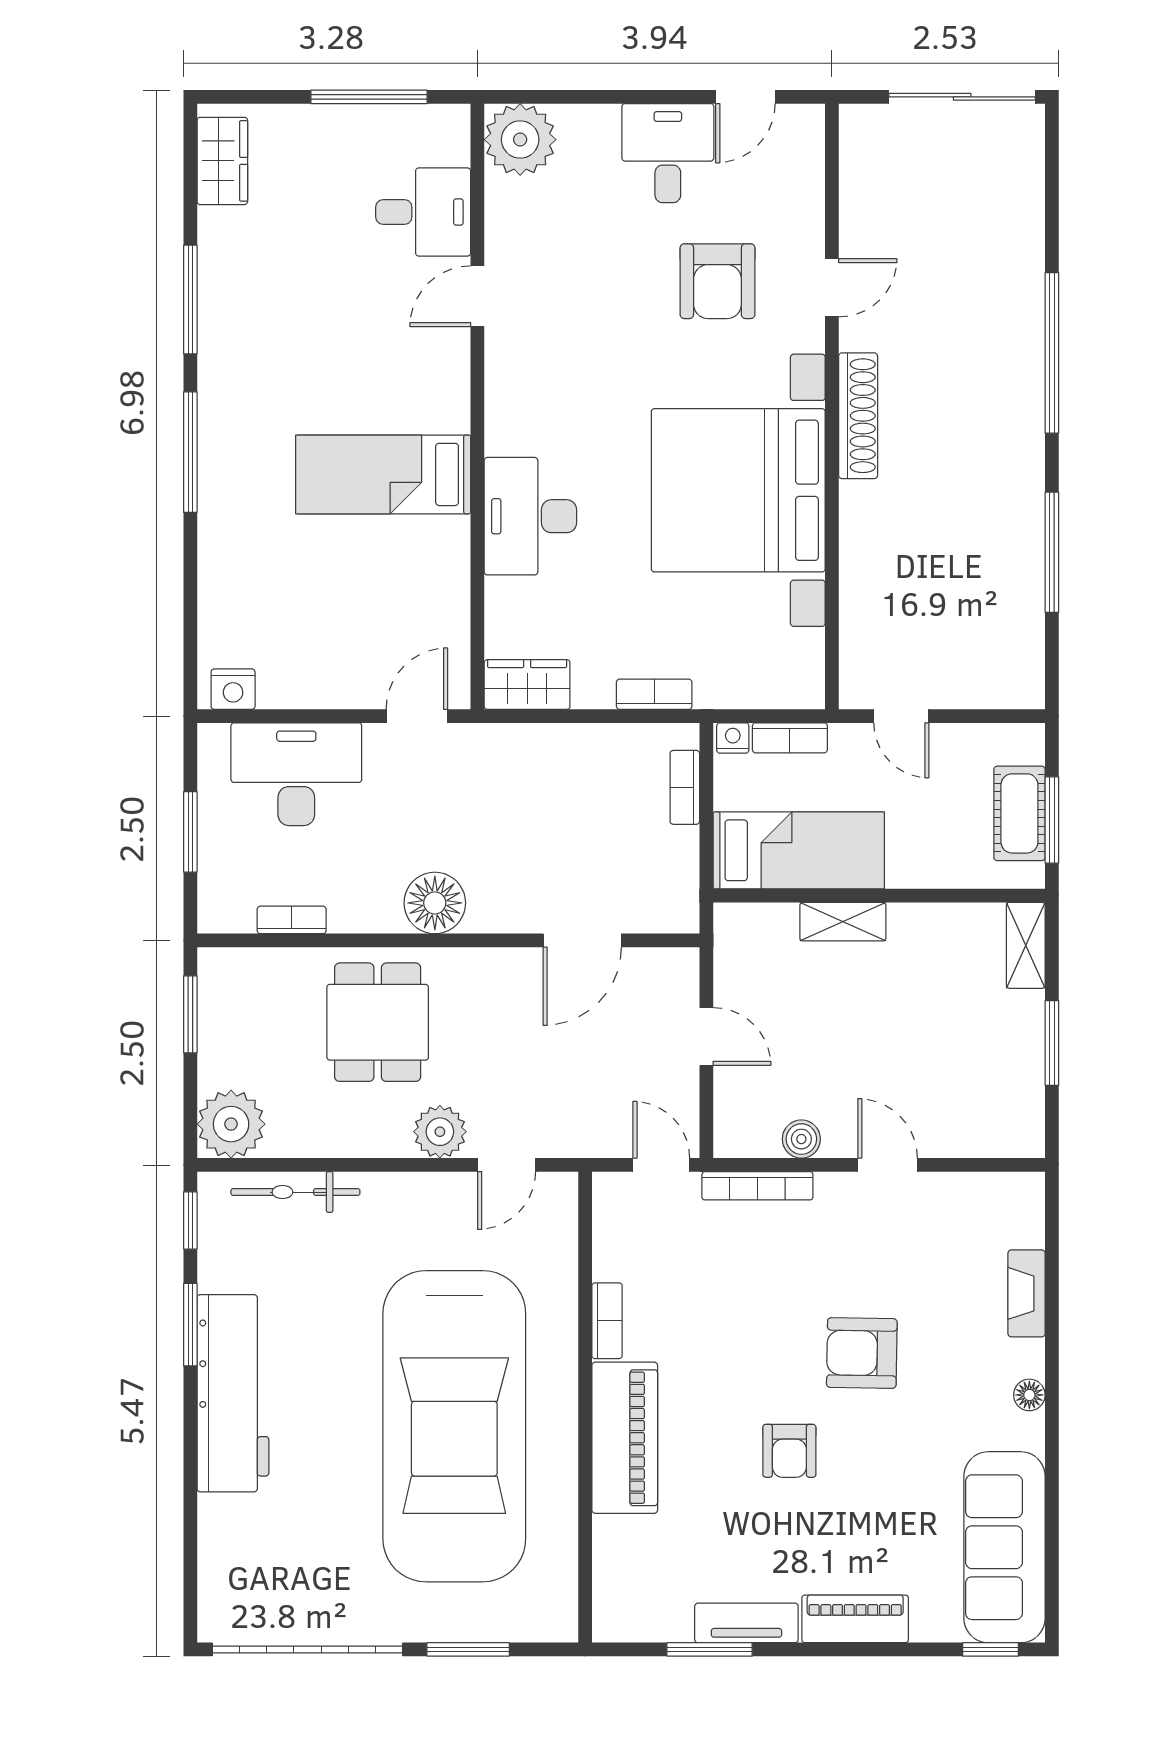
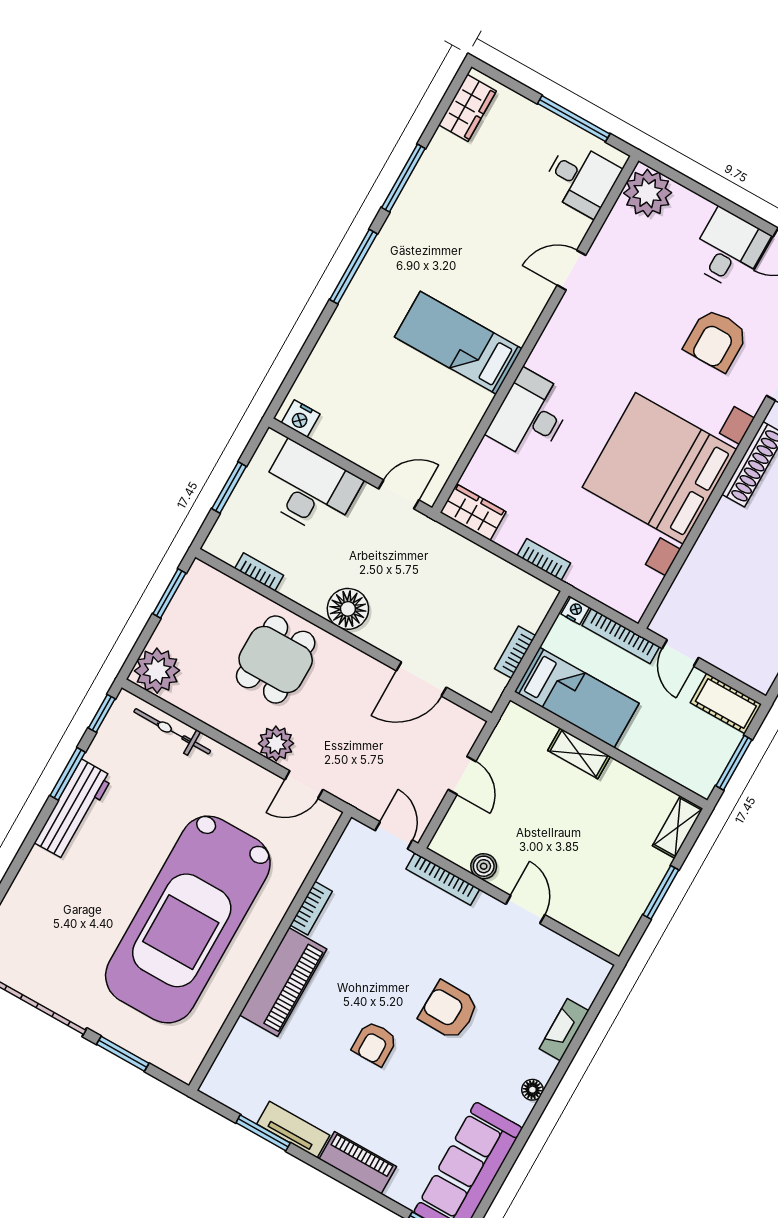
desk: (423, 212) -> (581, 179), moved
bookcase: (790, 738) -> (621, 636), width x1.56
bookcase: (685, 787) -> (515, 652), moved
cot: (1019, 813) -> (726, 704), moved, turned 90
workbench: (233, 1393) -> (73, 810), width x0.73, depth x0.76

